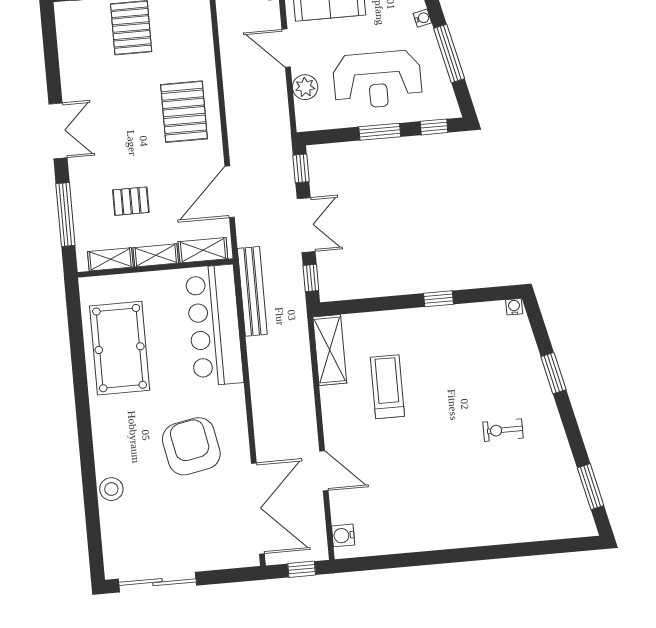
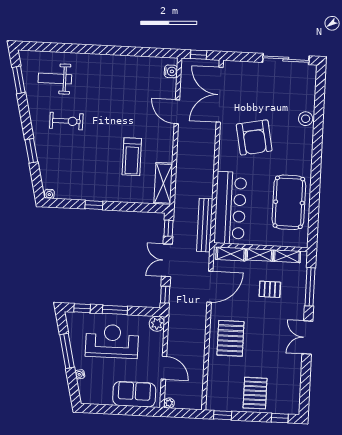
plant: (305, 87) -> (157, 324), moved
exercise bike: (503, 430) -> (66, 121), width x1.38, depth x1.39
weight bench: (532, 497) -> (55, 79), added

